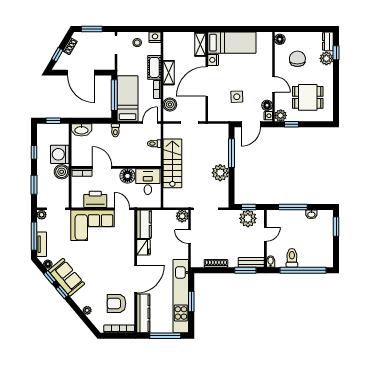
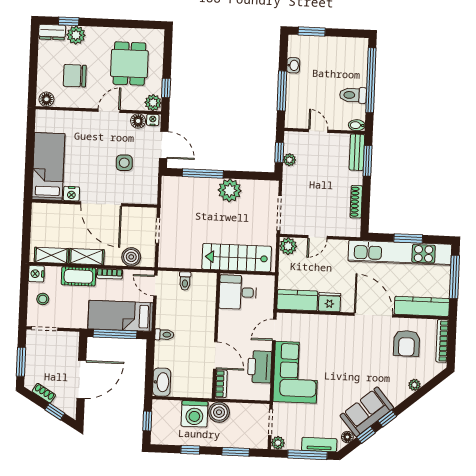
shelving: (200, 44) -> (51, 255), moved
stairs: (172, 163) -> (237, 258), moved
door: (102, 167) -> (215, 355), swing flipped
floor lamp: (127, 176) -> (229, 320), removed
plant: (248, 218) -> (289, 160), width x0.53, depth x0.53

